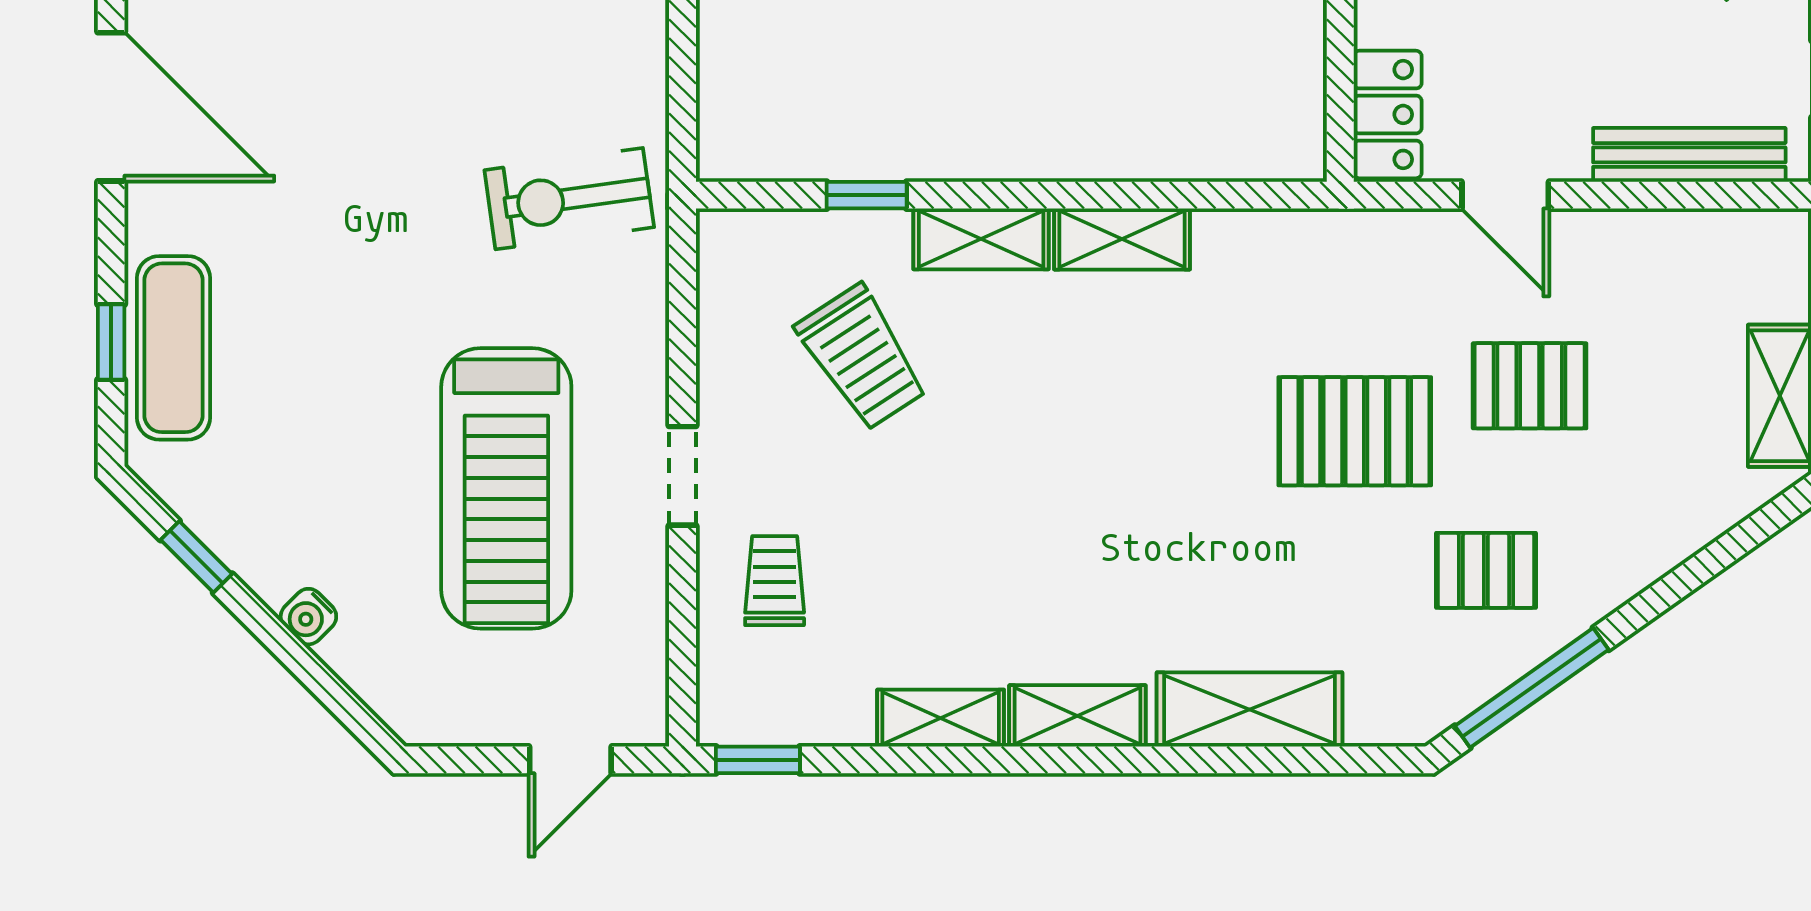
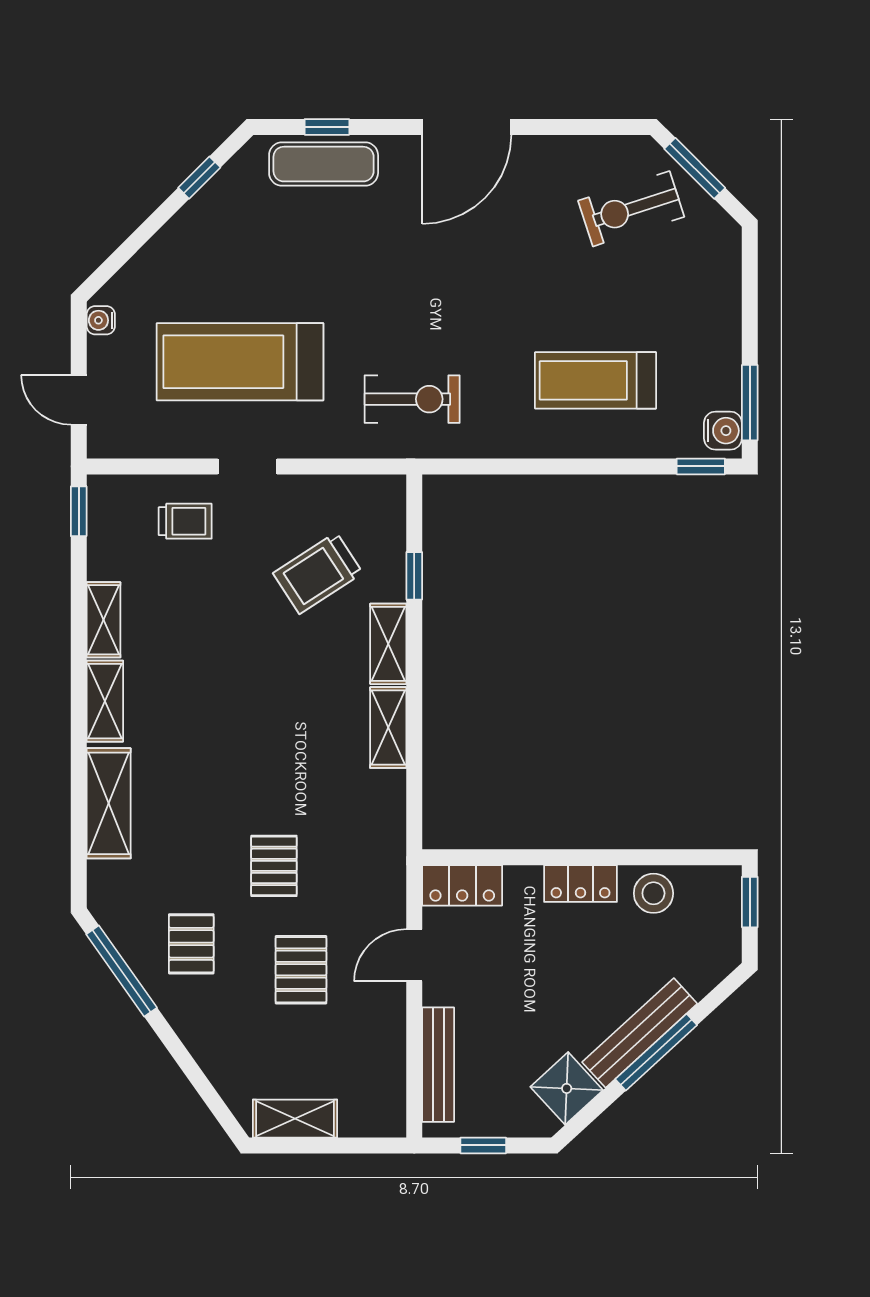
exercise bike: (569, 199) -> (412, 399), turned 98
pallet: (1355, 431) -> (274, 866), width x0.67, depth x0.71
water cooler: (308, 617) -> (101, 320), moved, turned -45

